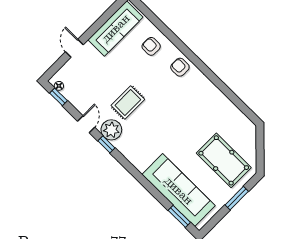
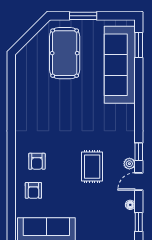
armchair: (180, 67) -> (37, 161), moved
floor lamp: (59, 86) -> (130, 205), moved
rug: (128, 102) -> (92, 167), turned 90
plant: (111, 130) -> (129, 164), width x0.53, depth x0.53

